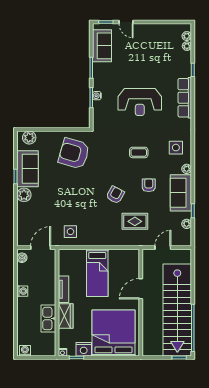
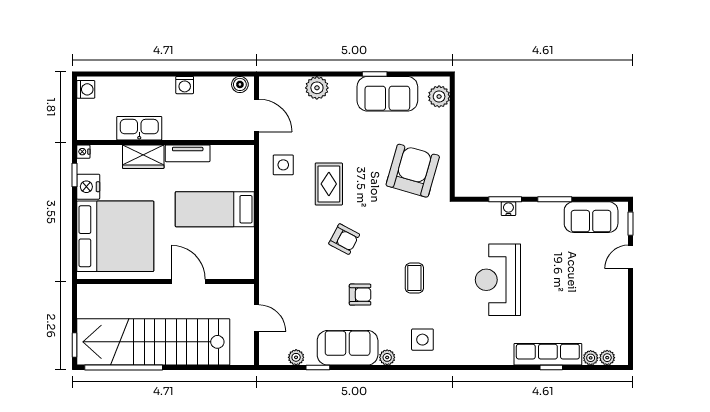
row of seats: (185, 98) -> (548, 354), moved
plant: (24, 195) -> (317, 88), moved
rug: (135, 221) -> (329, 184), moved

